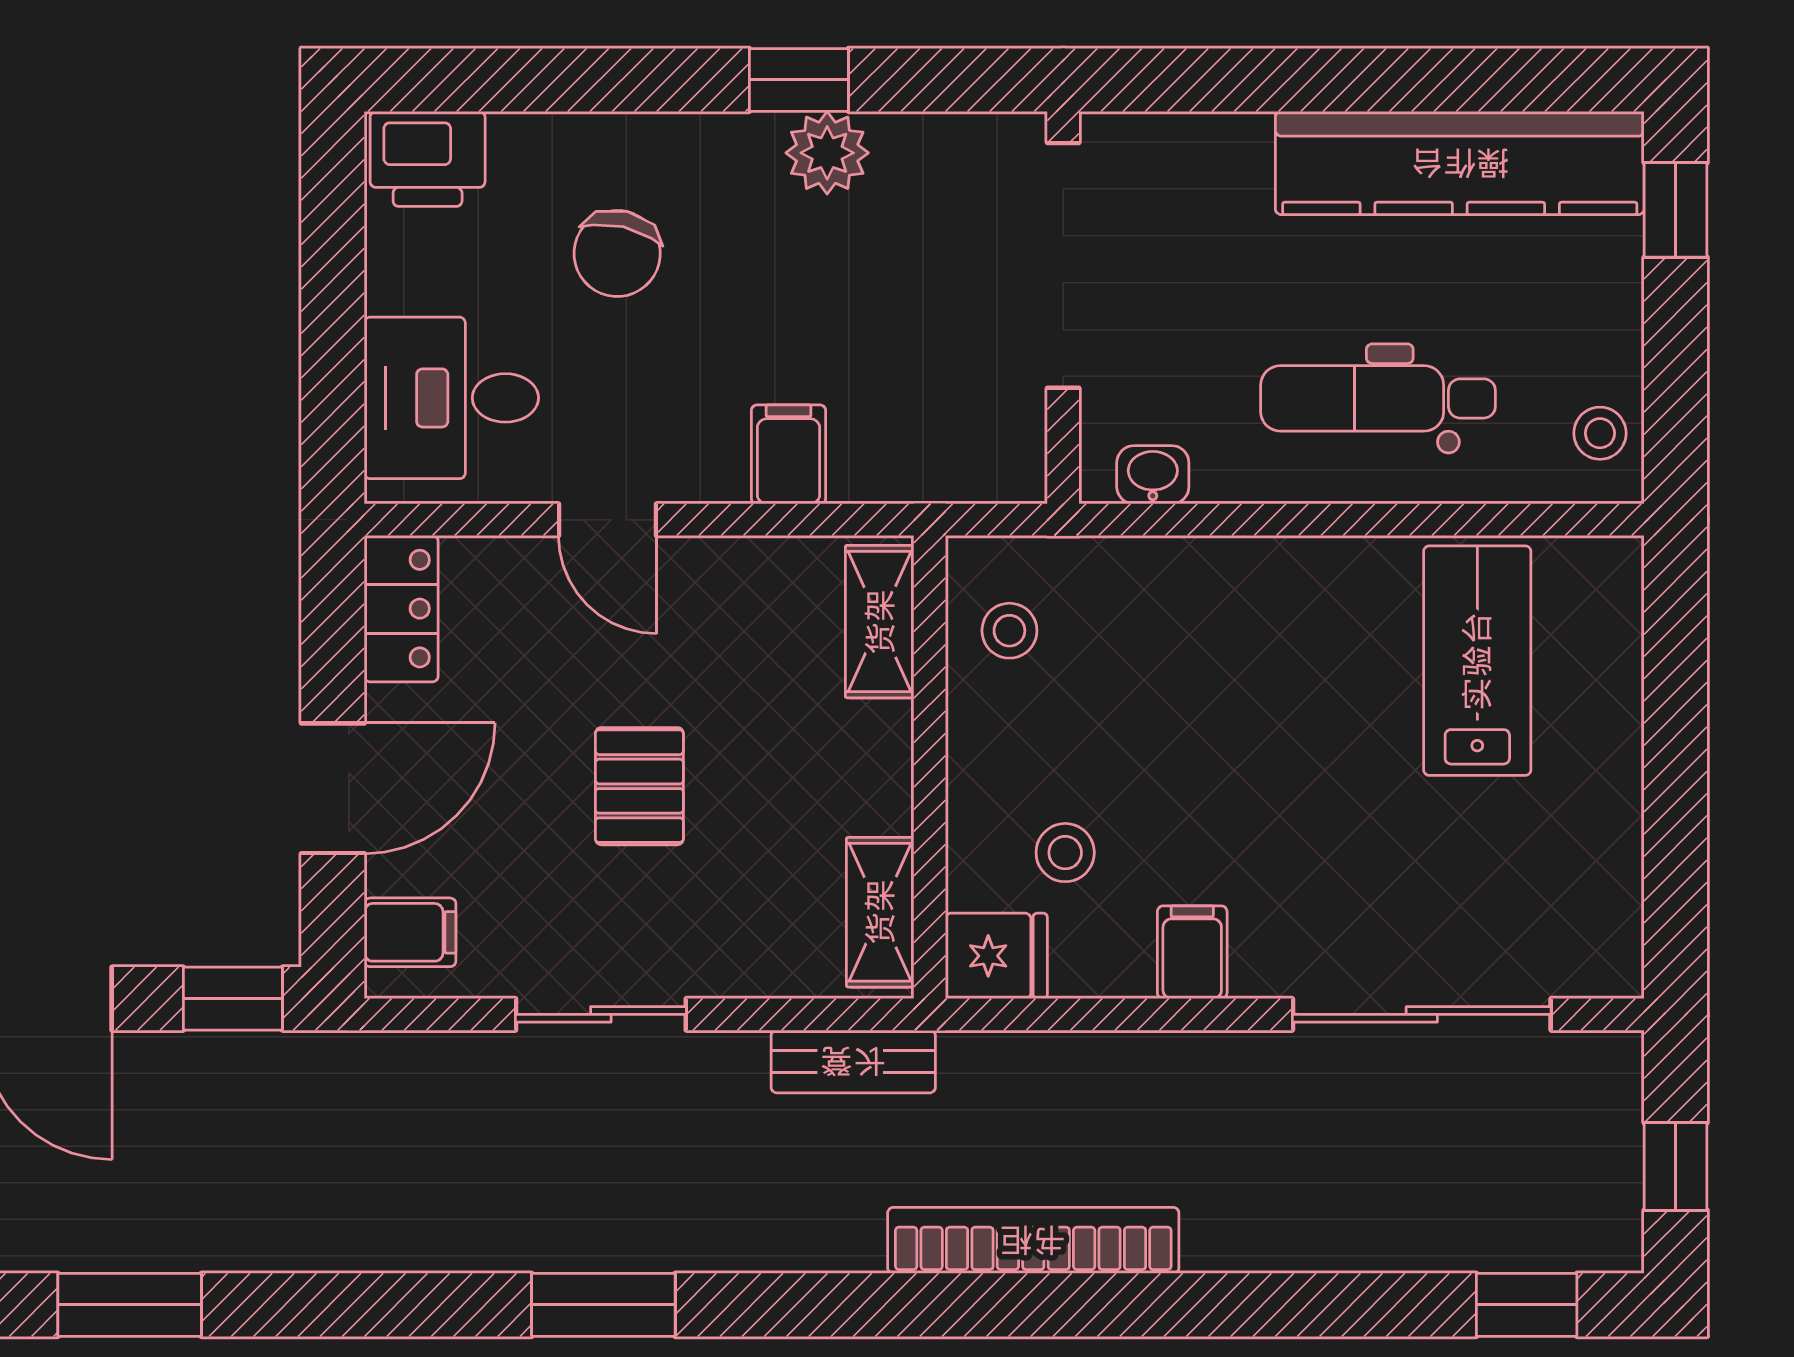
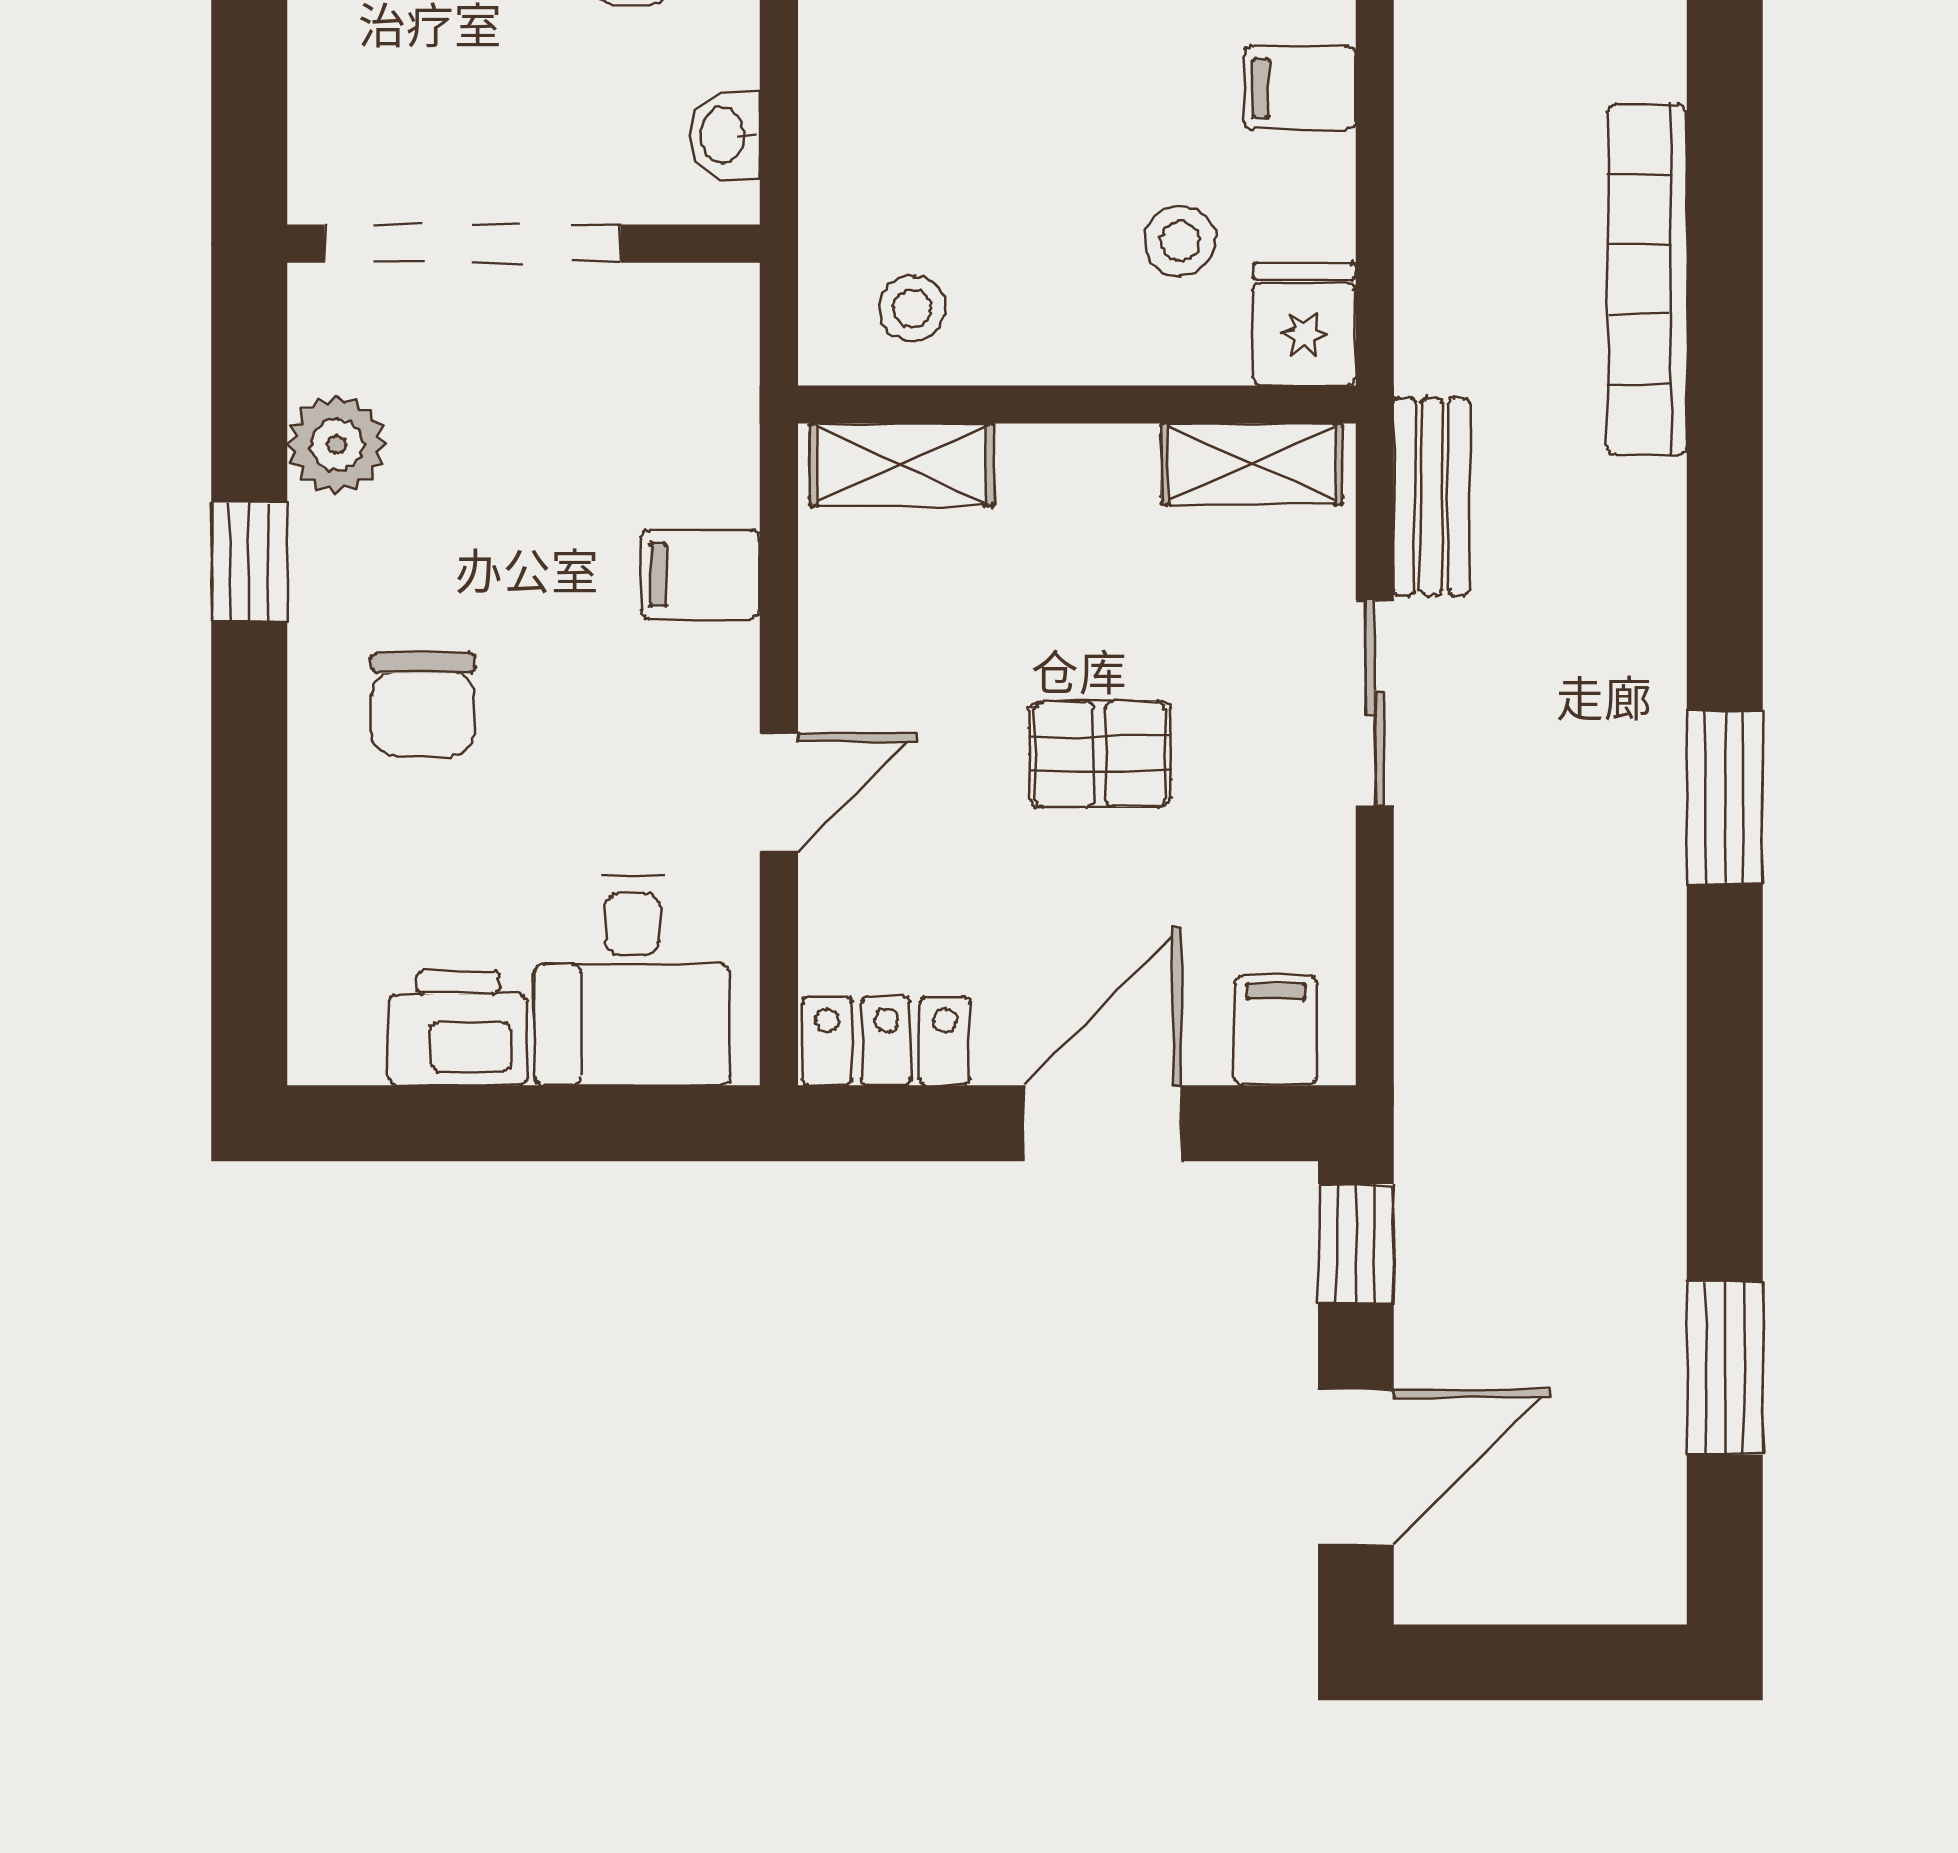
plant: (827, 153) -> (337, 444), moved
printer: (428, 159) -> (458, 1028), moved, turned -90
chair: (617, 253) -> (423, 704), moved, turned 77
door: (333, 788) -> (1102, 1123), hinge flipped
sliding door: (601, 1014) -> (1375, 703), moved

